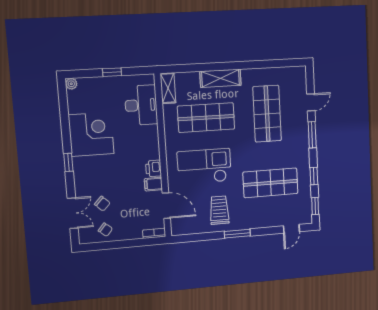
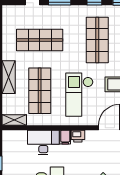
desk: (141, 105) -> (43, 142), moved
filing cabinet: (153, 184) -> (65, 137), moved

